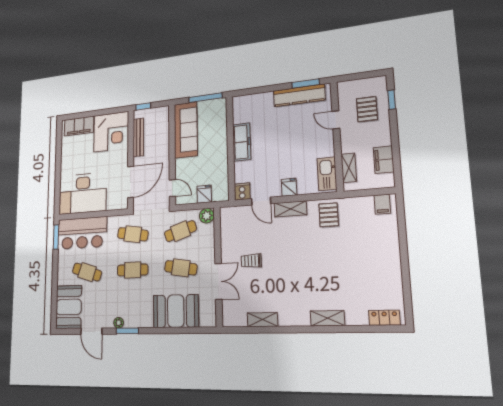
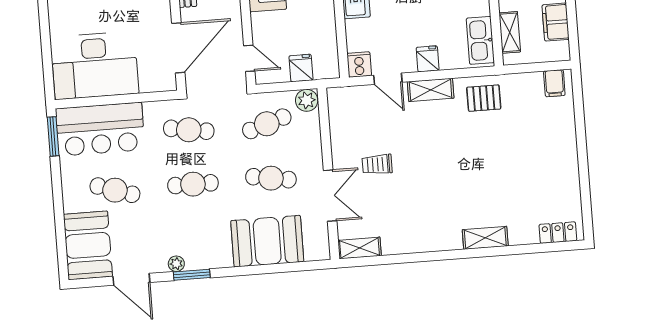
pallet: (329, 215) -> (484, 98), turned 90
shelving: (262, 320) -> (360, 248), moved

